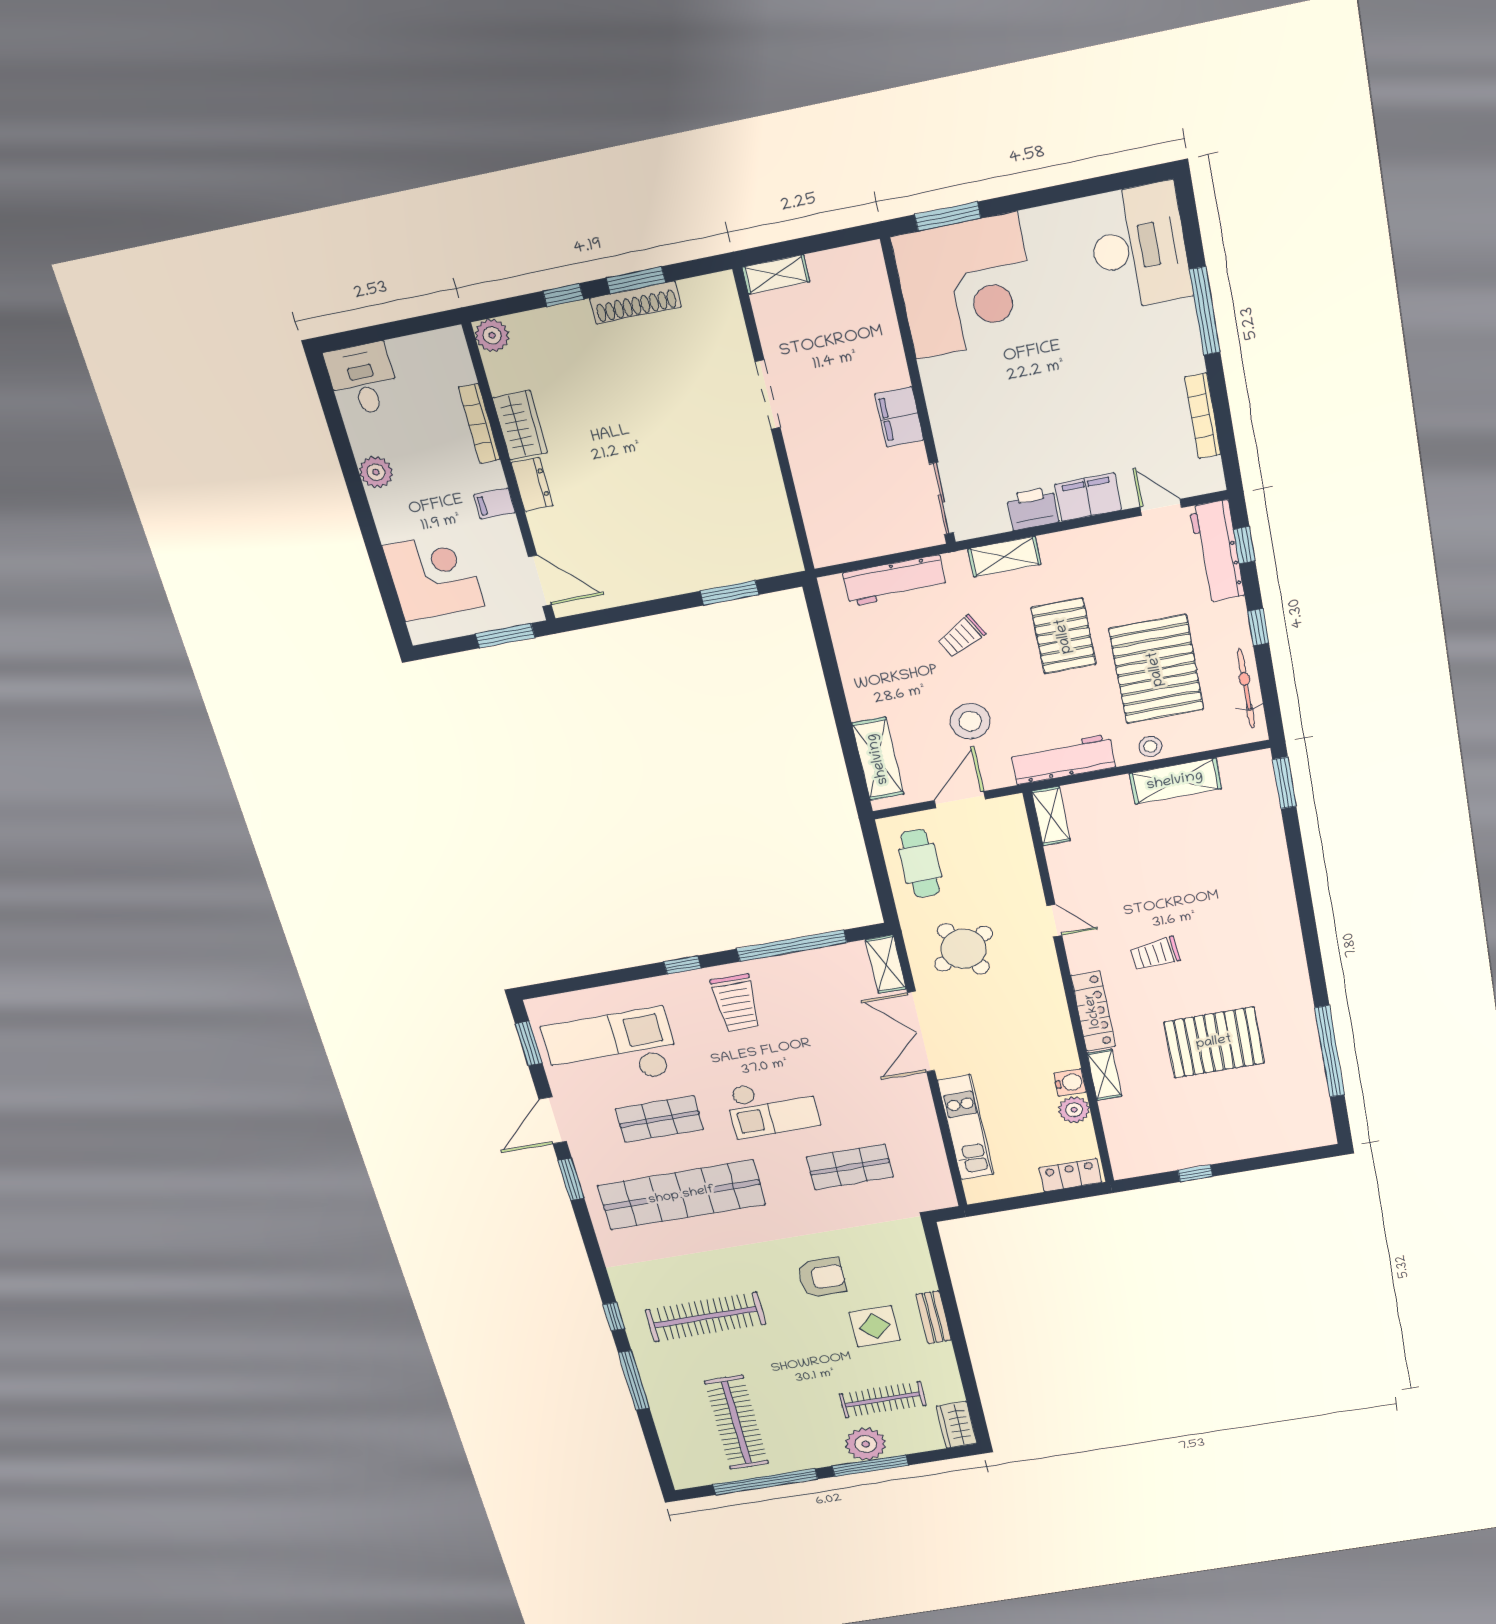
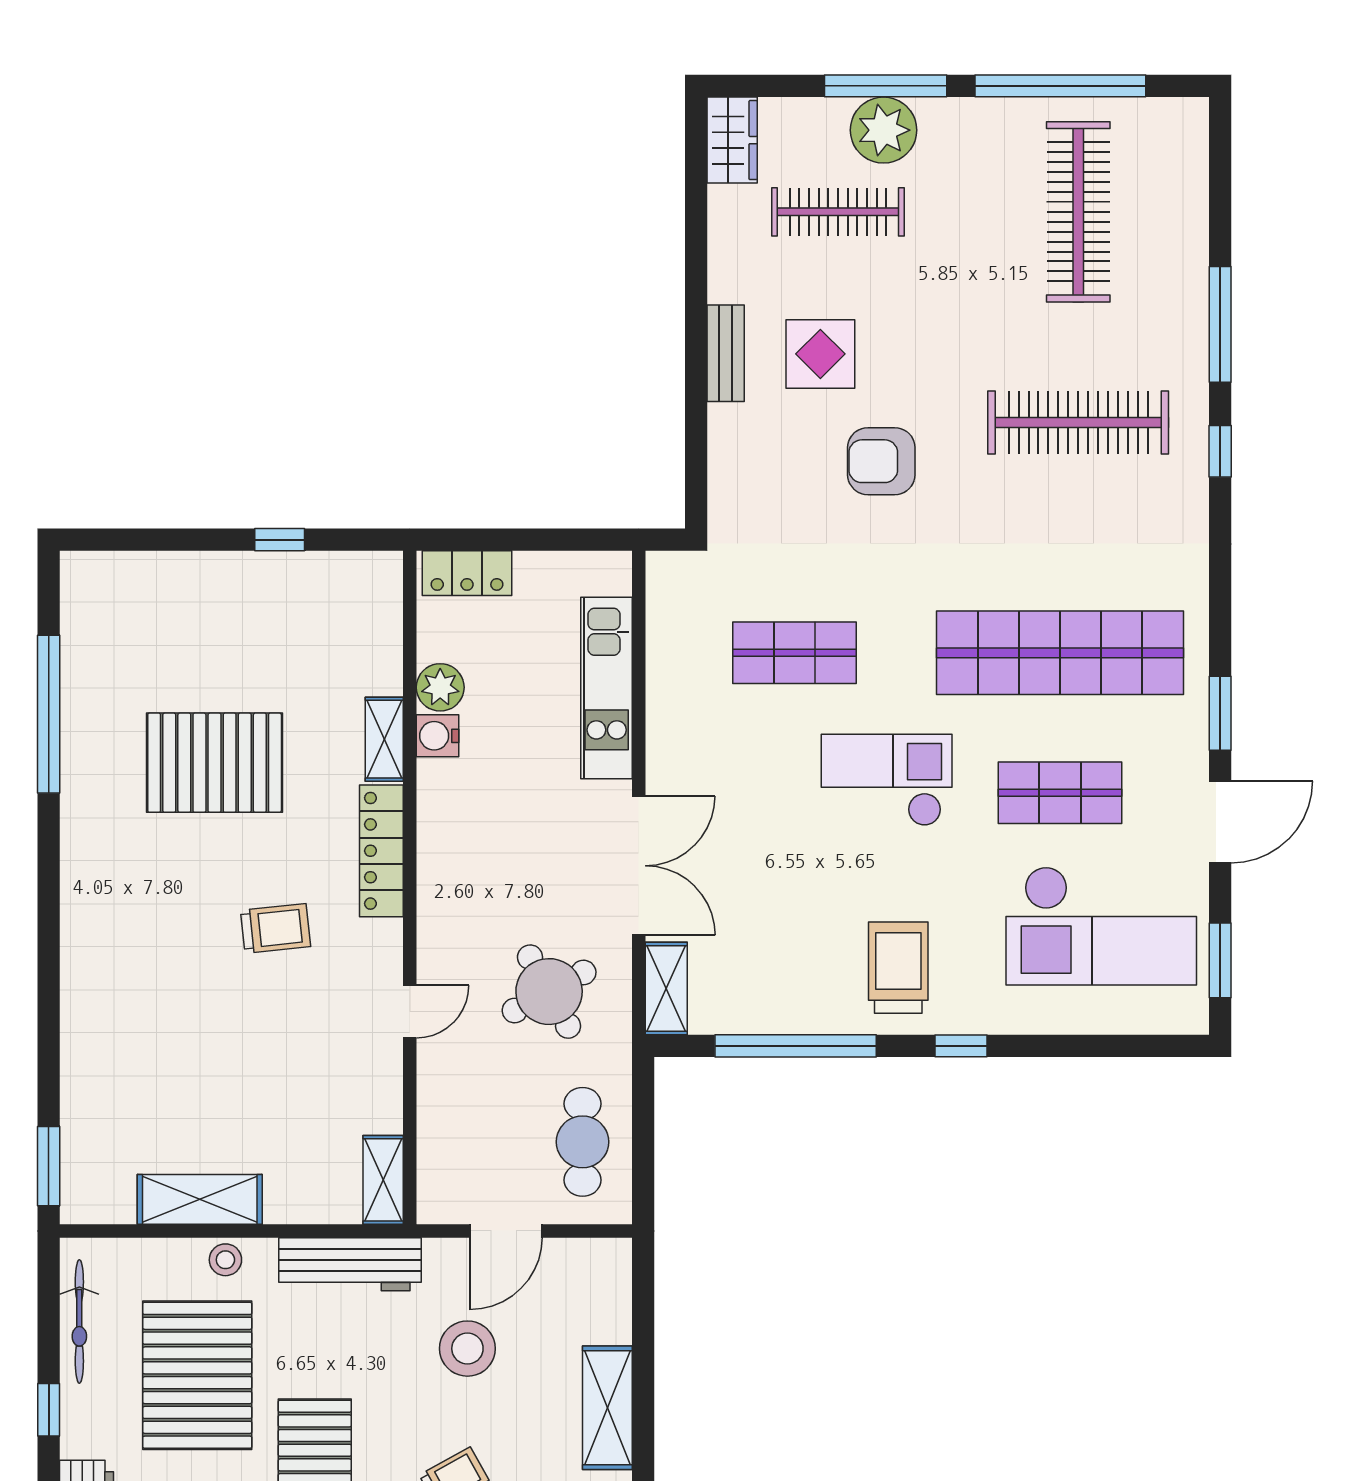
shelving: (878, 759) -> (607, 1408), moved
door: (1054, 921) -> (410, 1012), swing flipped

